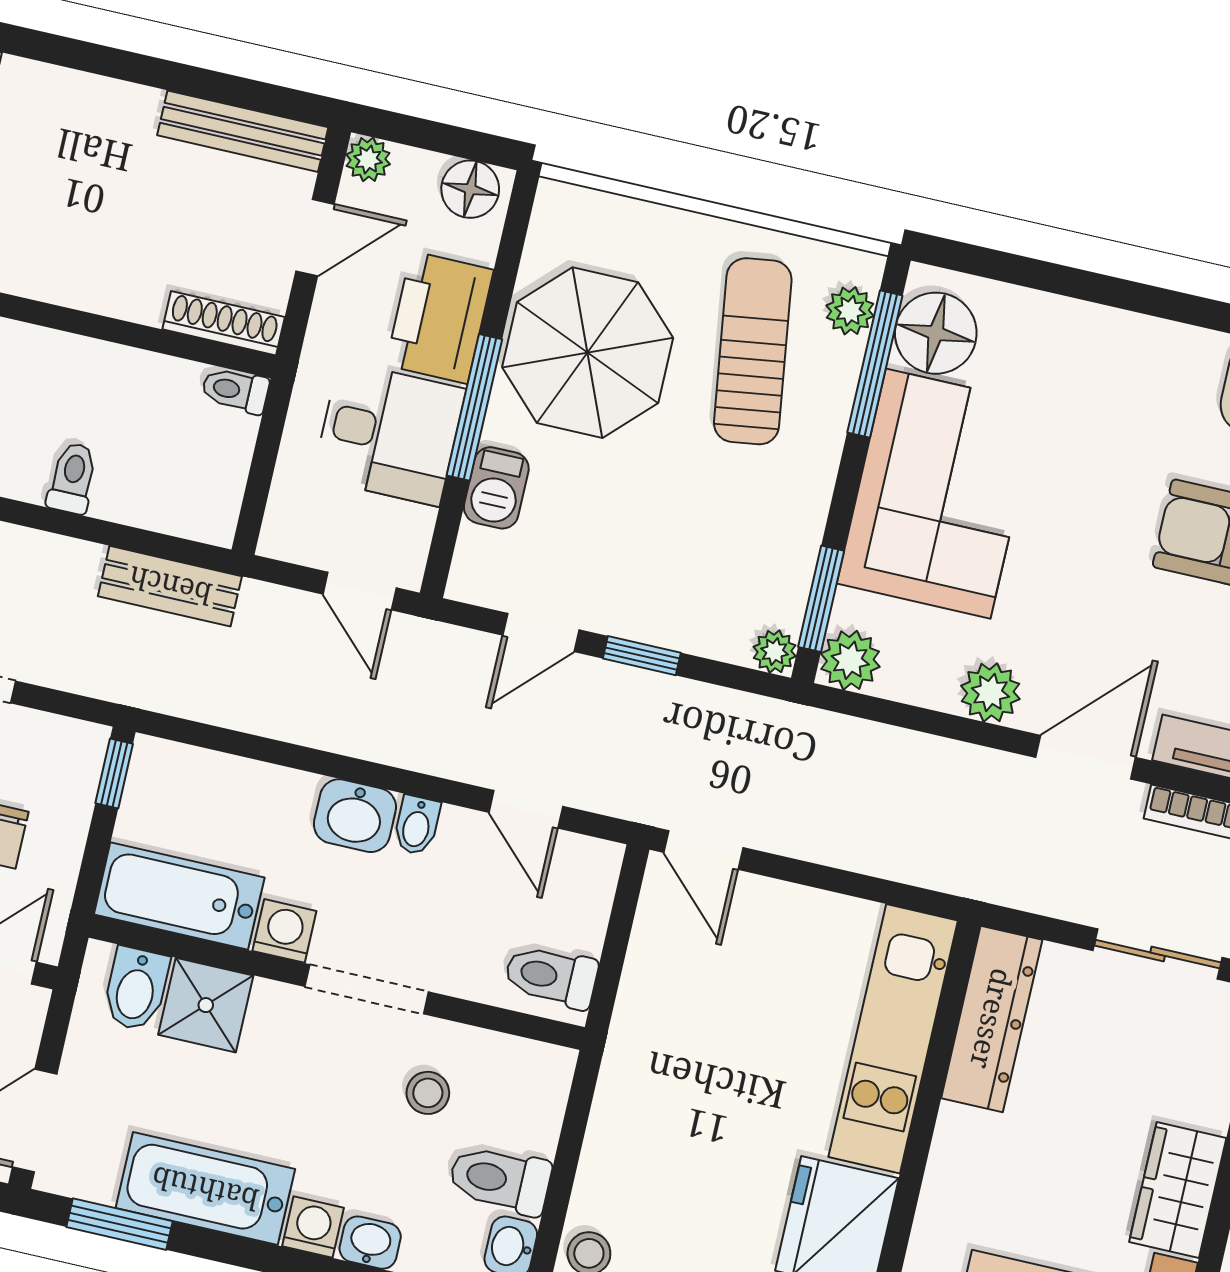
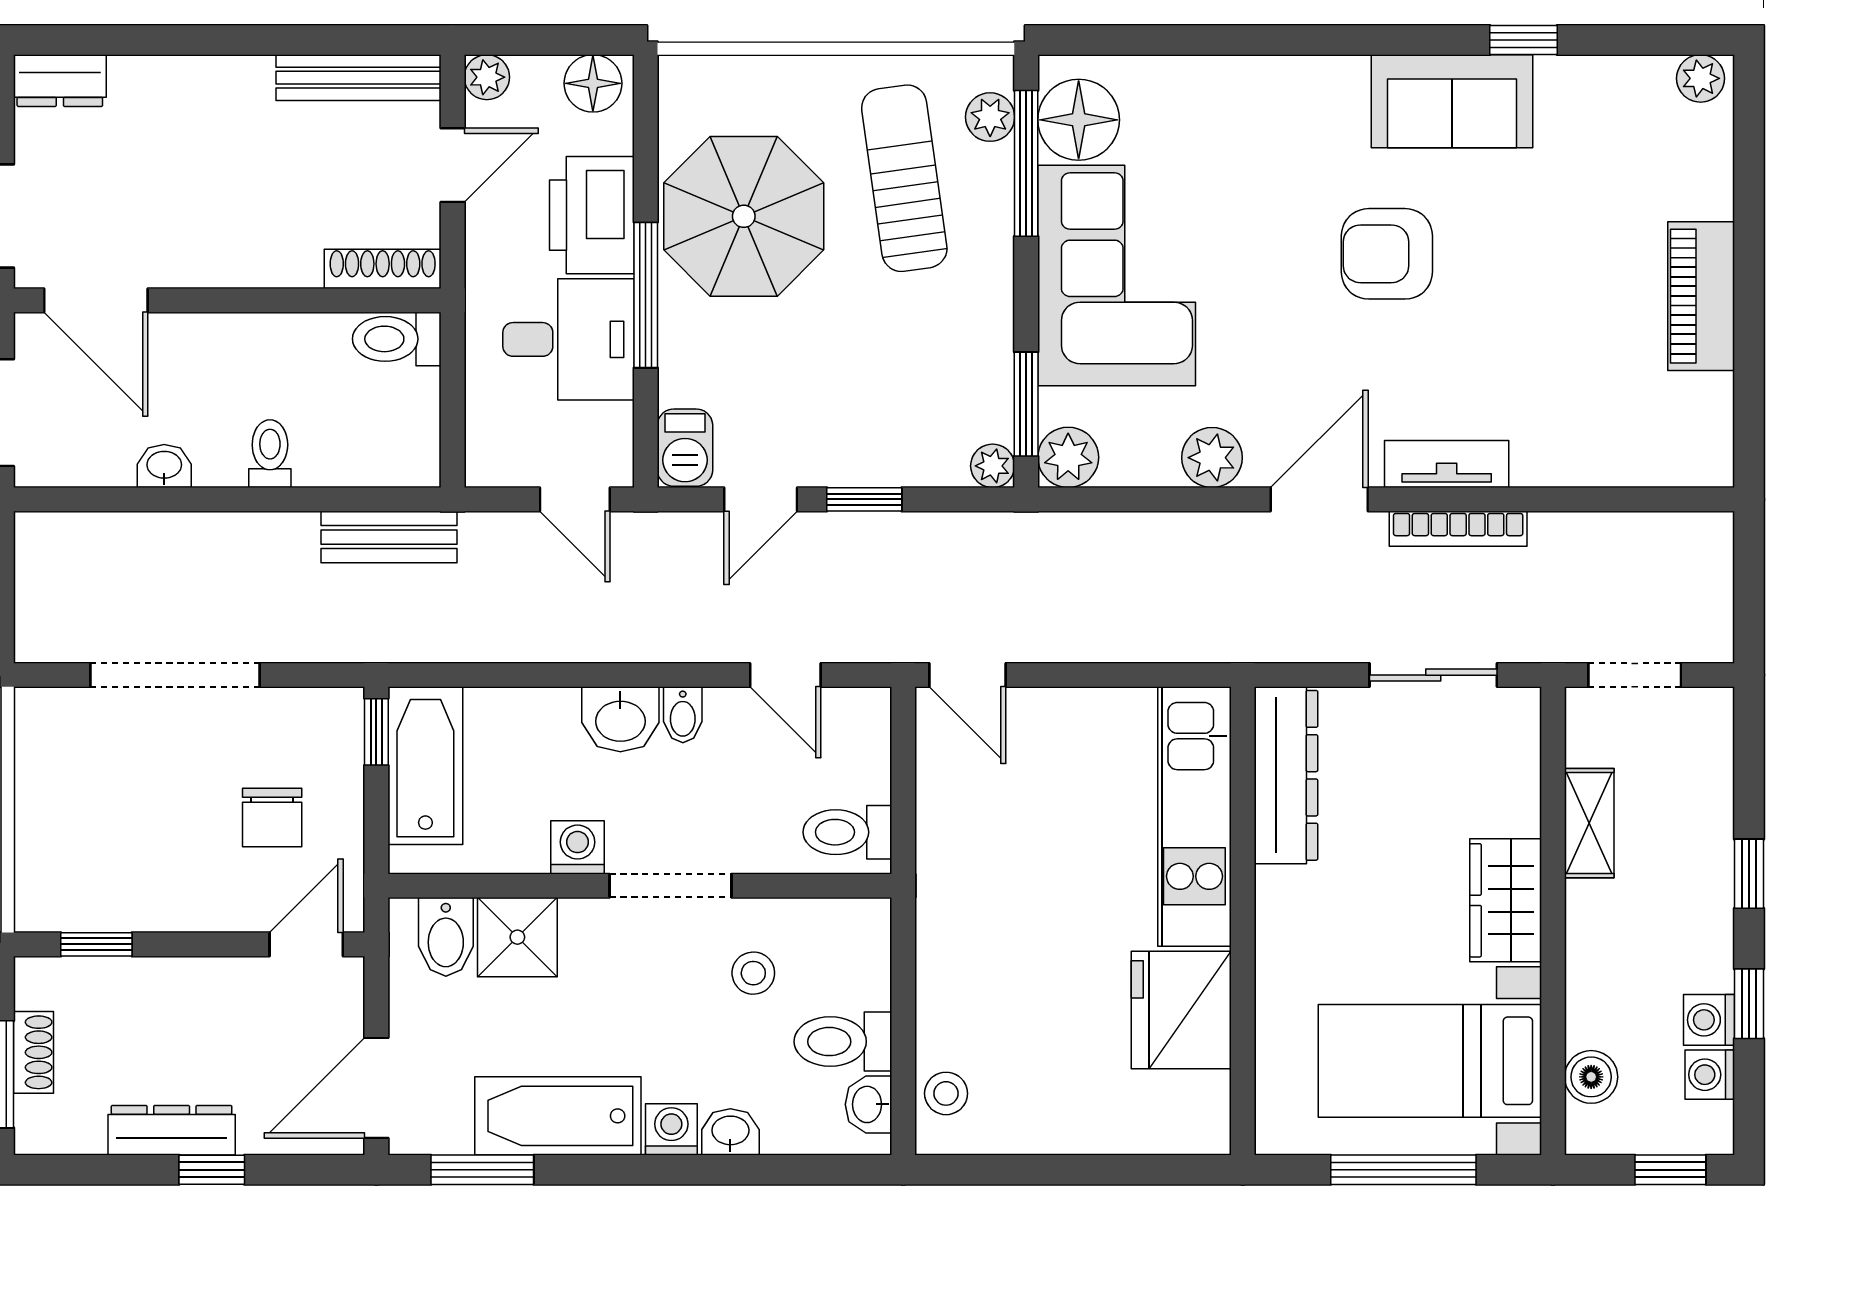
toilet: (235, 390) -> (397, 339), width x1.37, depth x1.39
barbecue: (496, 488) -> (685, 448), moved
bathtub: (179, 896) -> (425, 766), moved, turned 90

